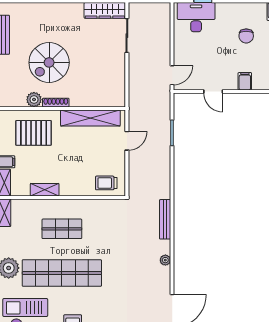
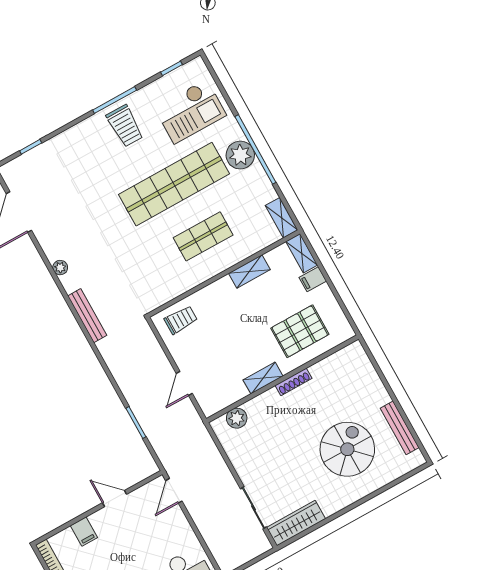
spiral stairs: (49, 62) -> (347, 449), moved
plant: (34, 100) -> (237, 418), moved
shelving: (90, 118) -> (263, 378), width x0.45, depth x0.75

